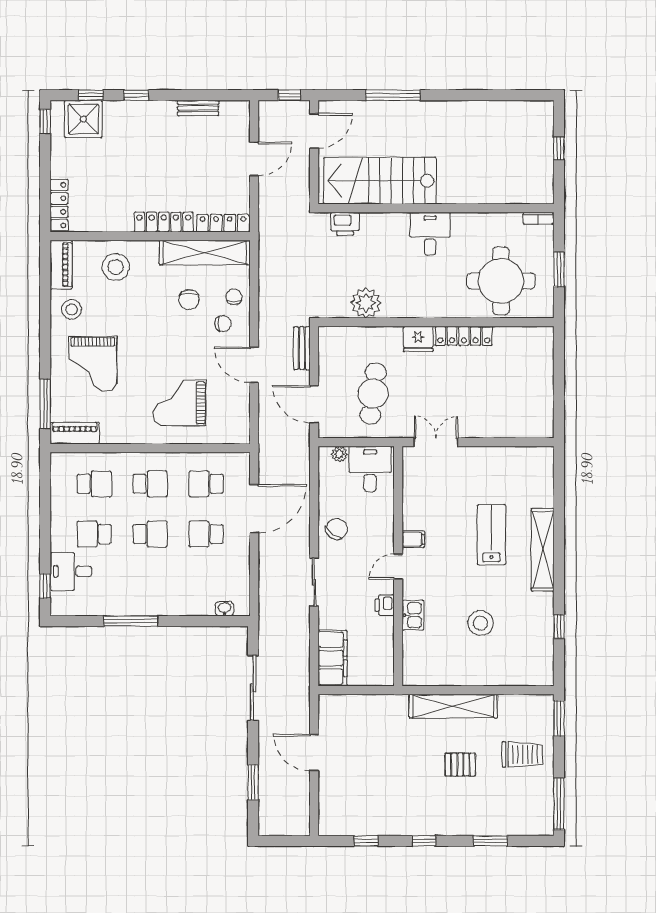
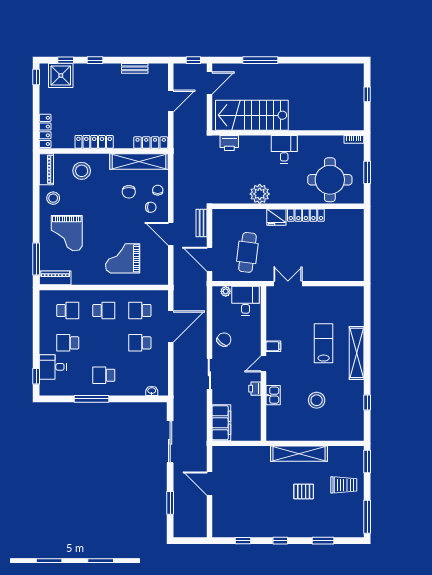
locker: (164, 222) -> (94, 142), moved
plant: (366, 303) -> (260, 194), moved
school desk: (150, 534) -> (104, 375), moved, turned 180

